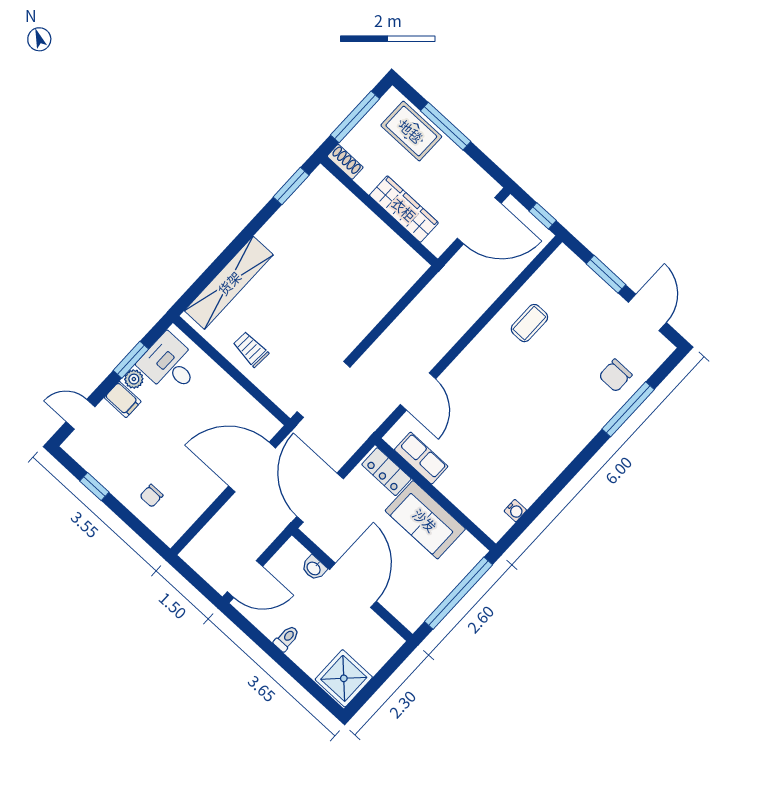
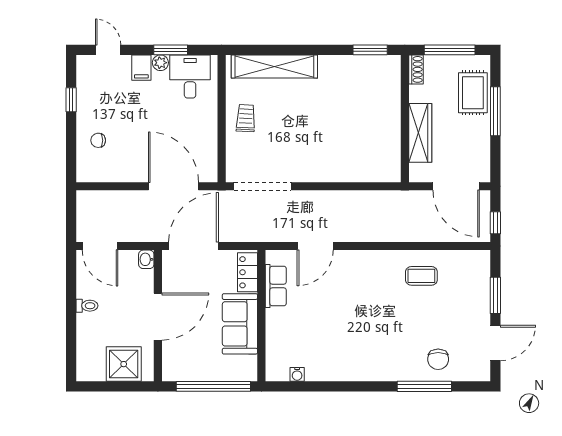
chair: (615, 376) -> (438, 359), turned -90
washbasin: (314, 568) -> (146, 259), moved
shower: (344, 678) -> (124, 364), moved

